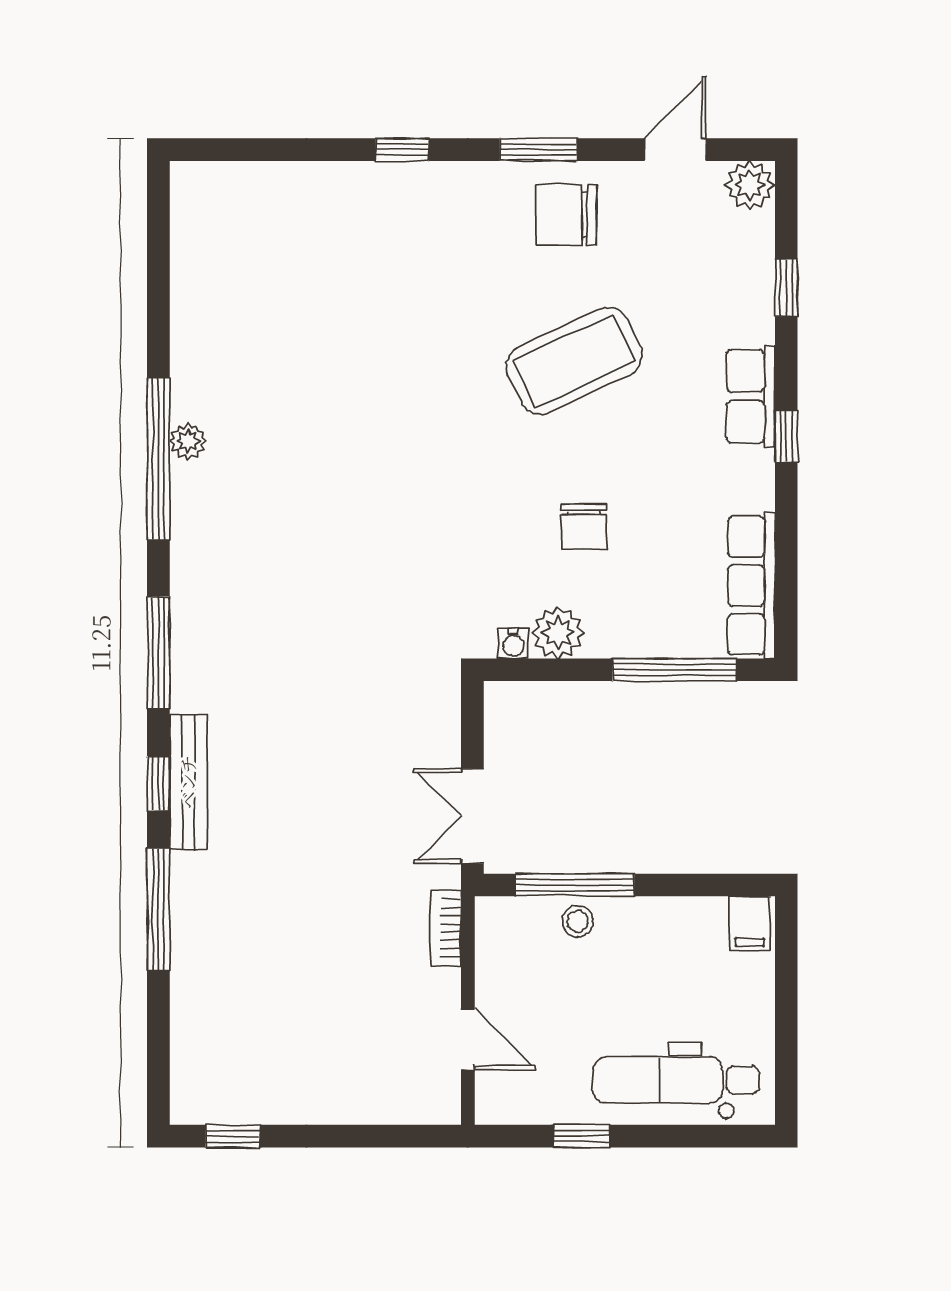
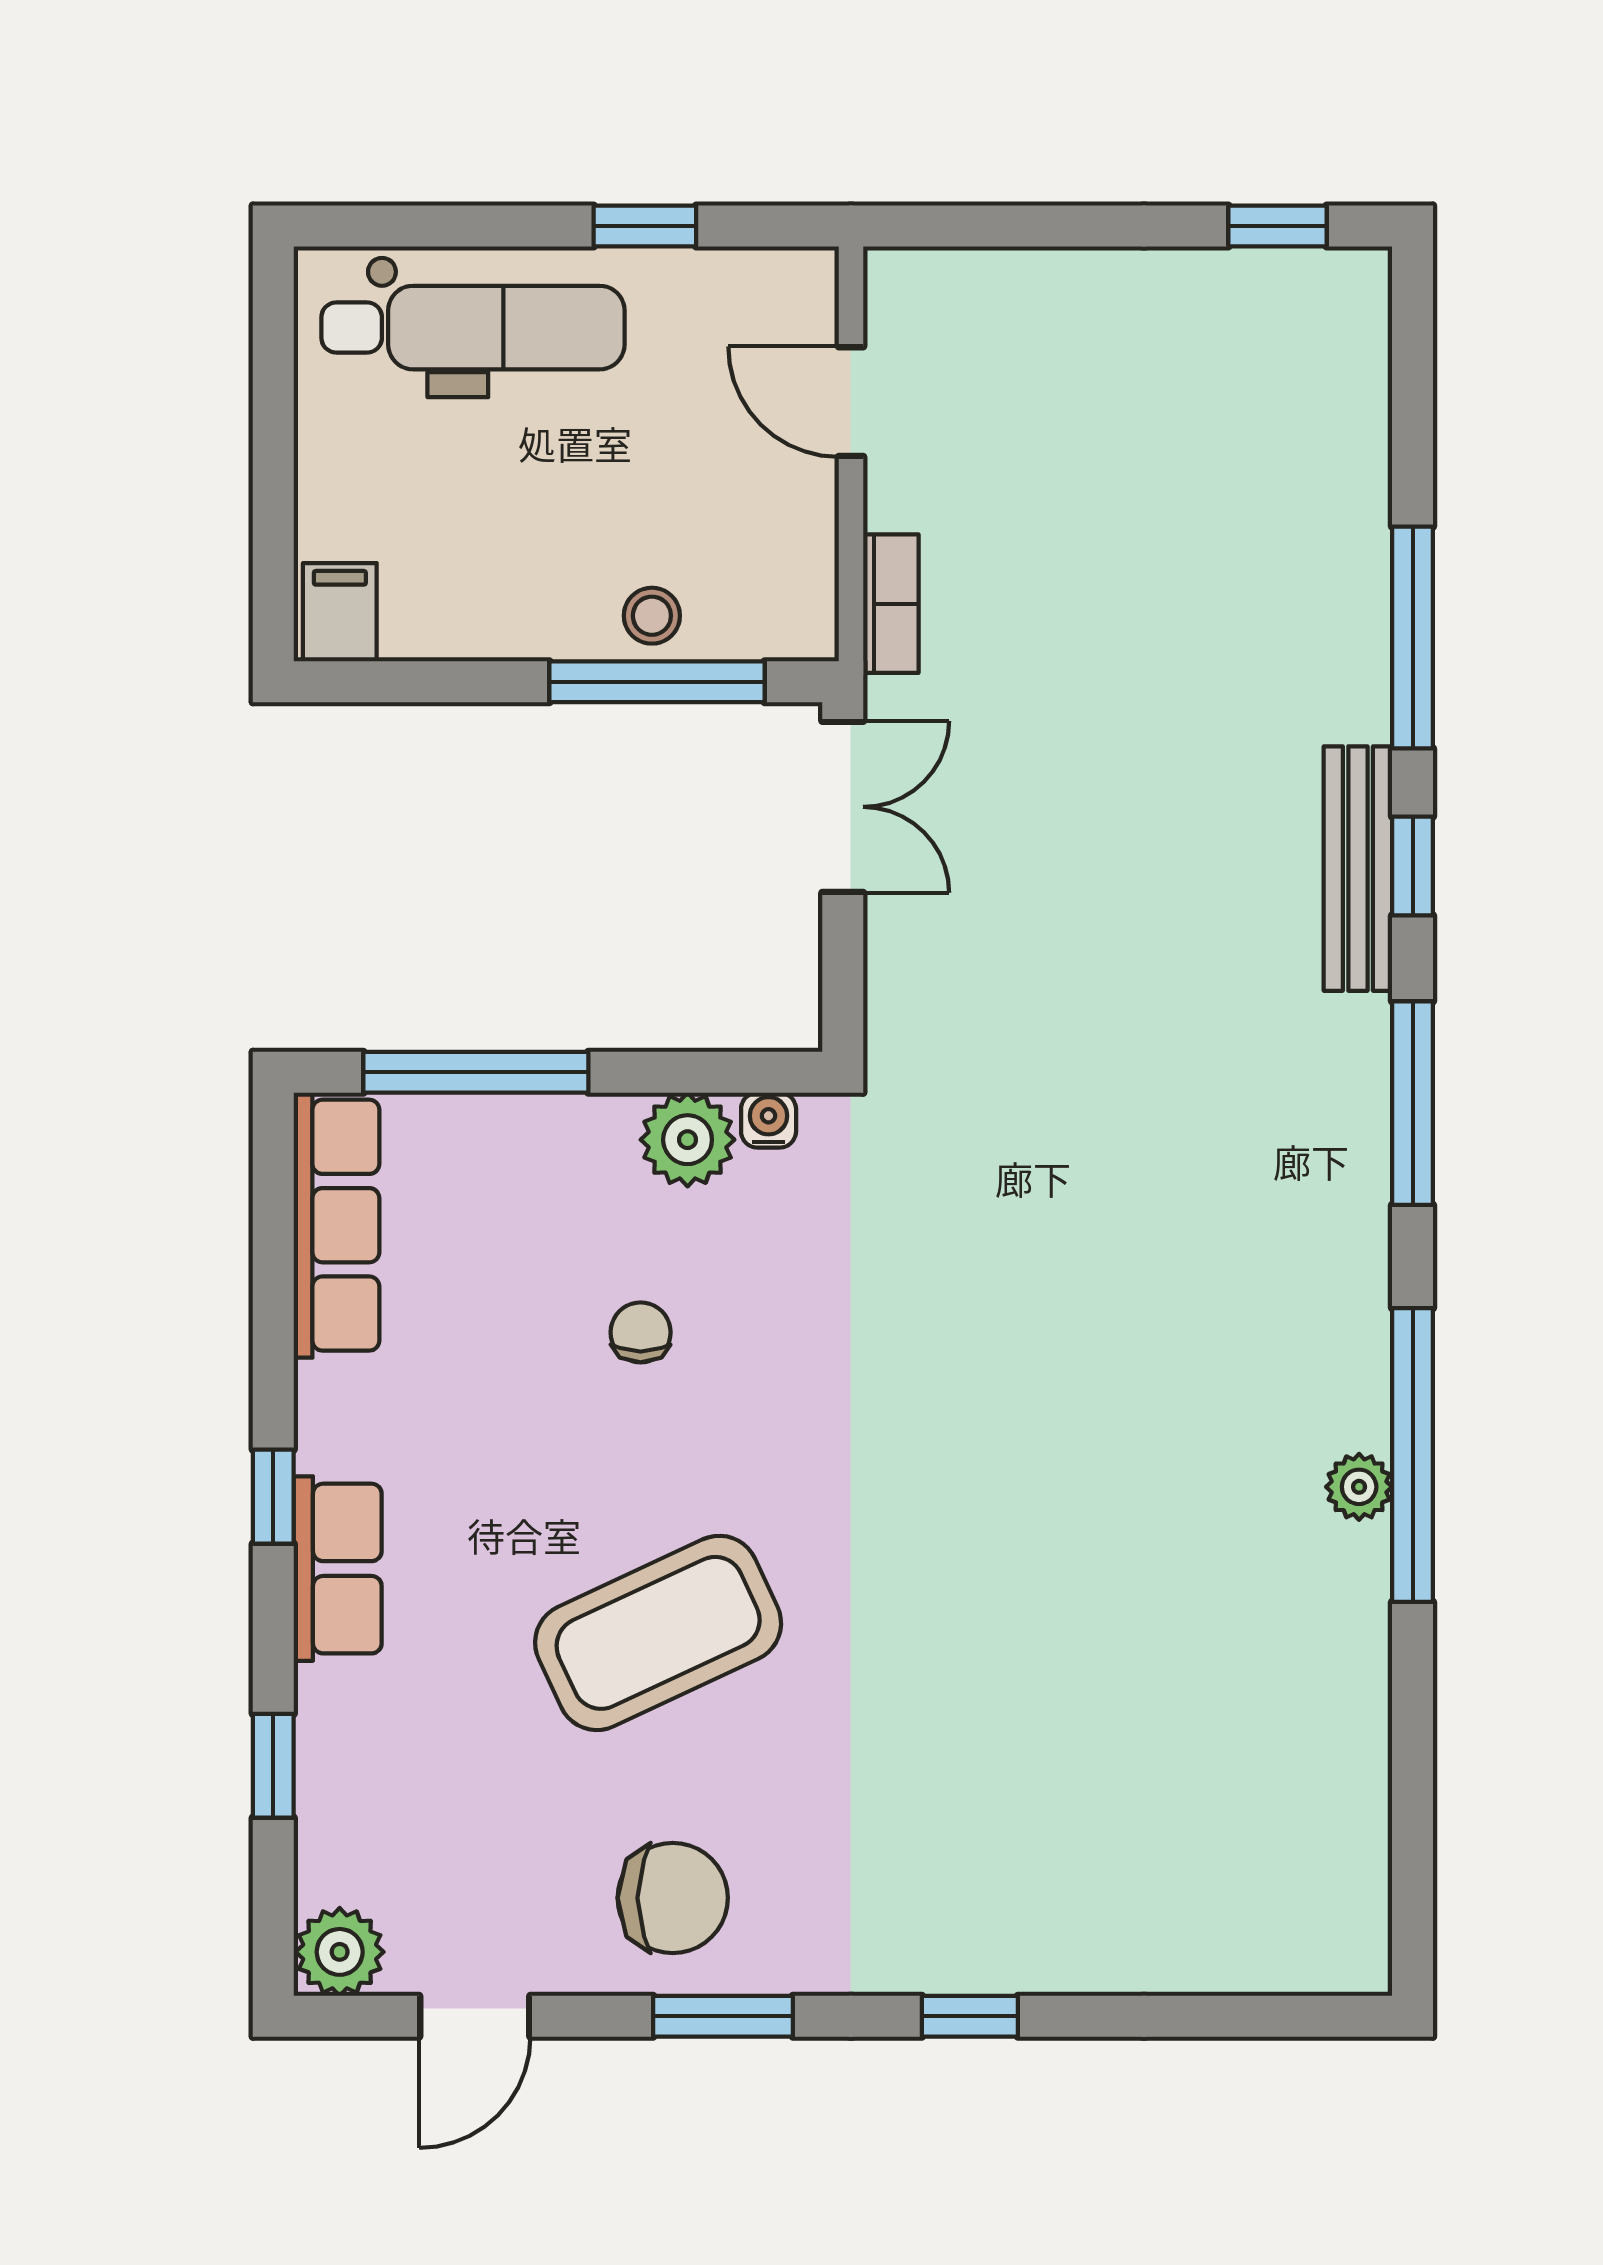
chair: (584, 526) -> (641, 1332), width x0.73, depth x0.73

